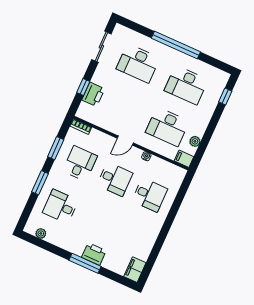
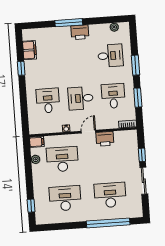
window: (176, 45) -> (108, 223), moved
sliding door: (101, 47) -> (144, 181), moved
printer: (93, 94) -> (105, 139), moved, turned -90
desk: (80, 163) -> (113, 96), turned 180
desk: (150, 195) -> (48, 101), turned 90
window: (159, 243) -> (21, 68), added
printer: (94, 254) -> (80, 32), moved
filing cabinet: (135, 270) -> (29, 50), moved

